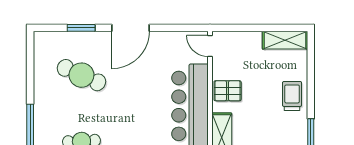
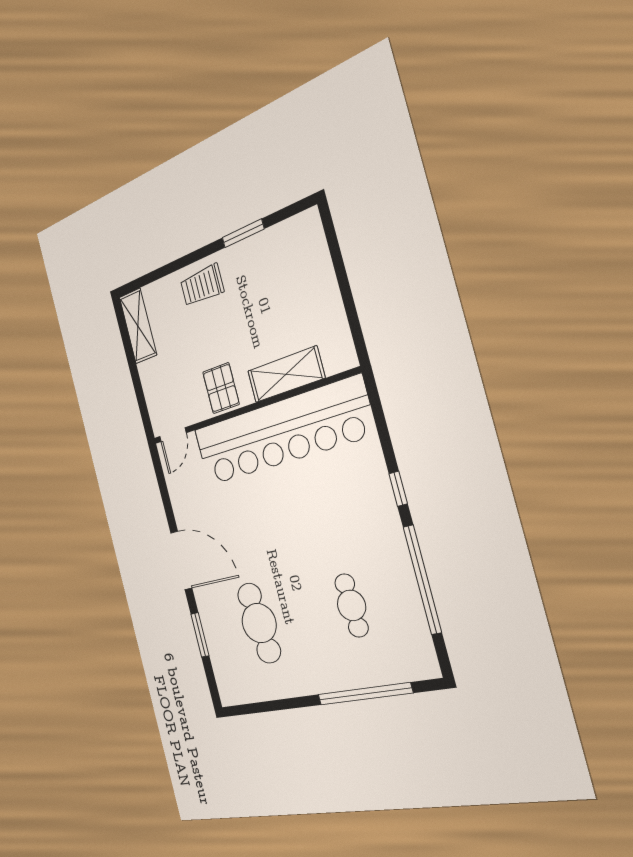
cafe table: (81, 75) -> (259, 623), turned -30

